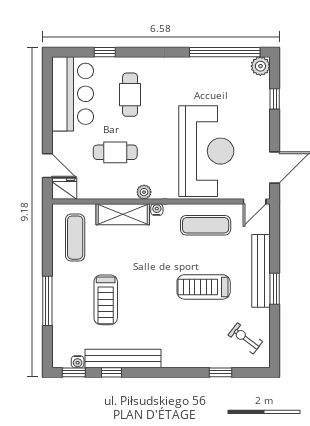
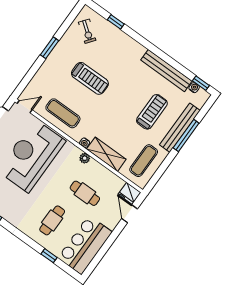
bench: (261, 271) -> (180, 128), moved
window: (112, 372) -> (179, 67), removed

